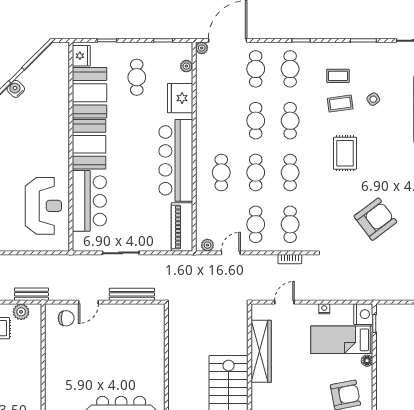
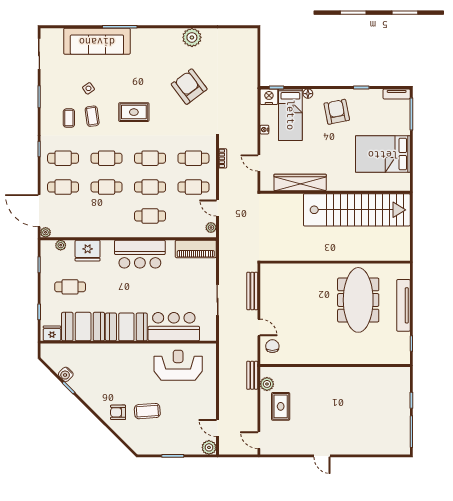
water cooler: (16, 89) -> (66, 374), moved
bar counter: (176, 160) -> (140, 254), width x0.73

